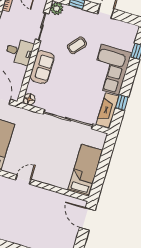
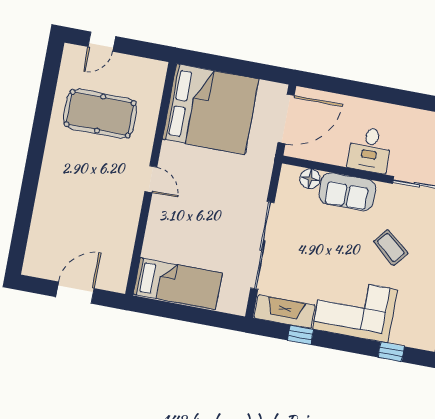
floor lamp: (29, 99) -> (310, 179), moved
door: (87, 219) -> (75, 293), moved

